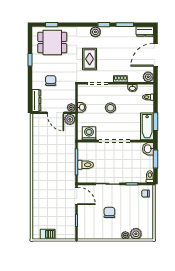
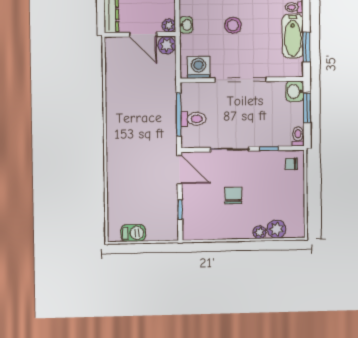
bathtub: (147, 126) -> (293, 36), moved

